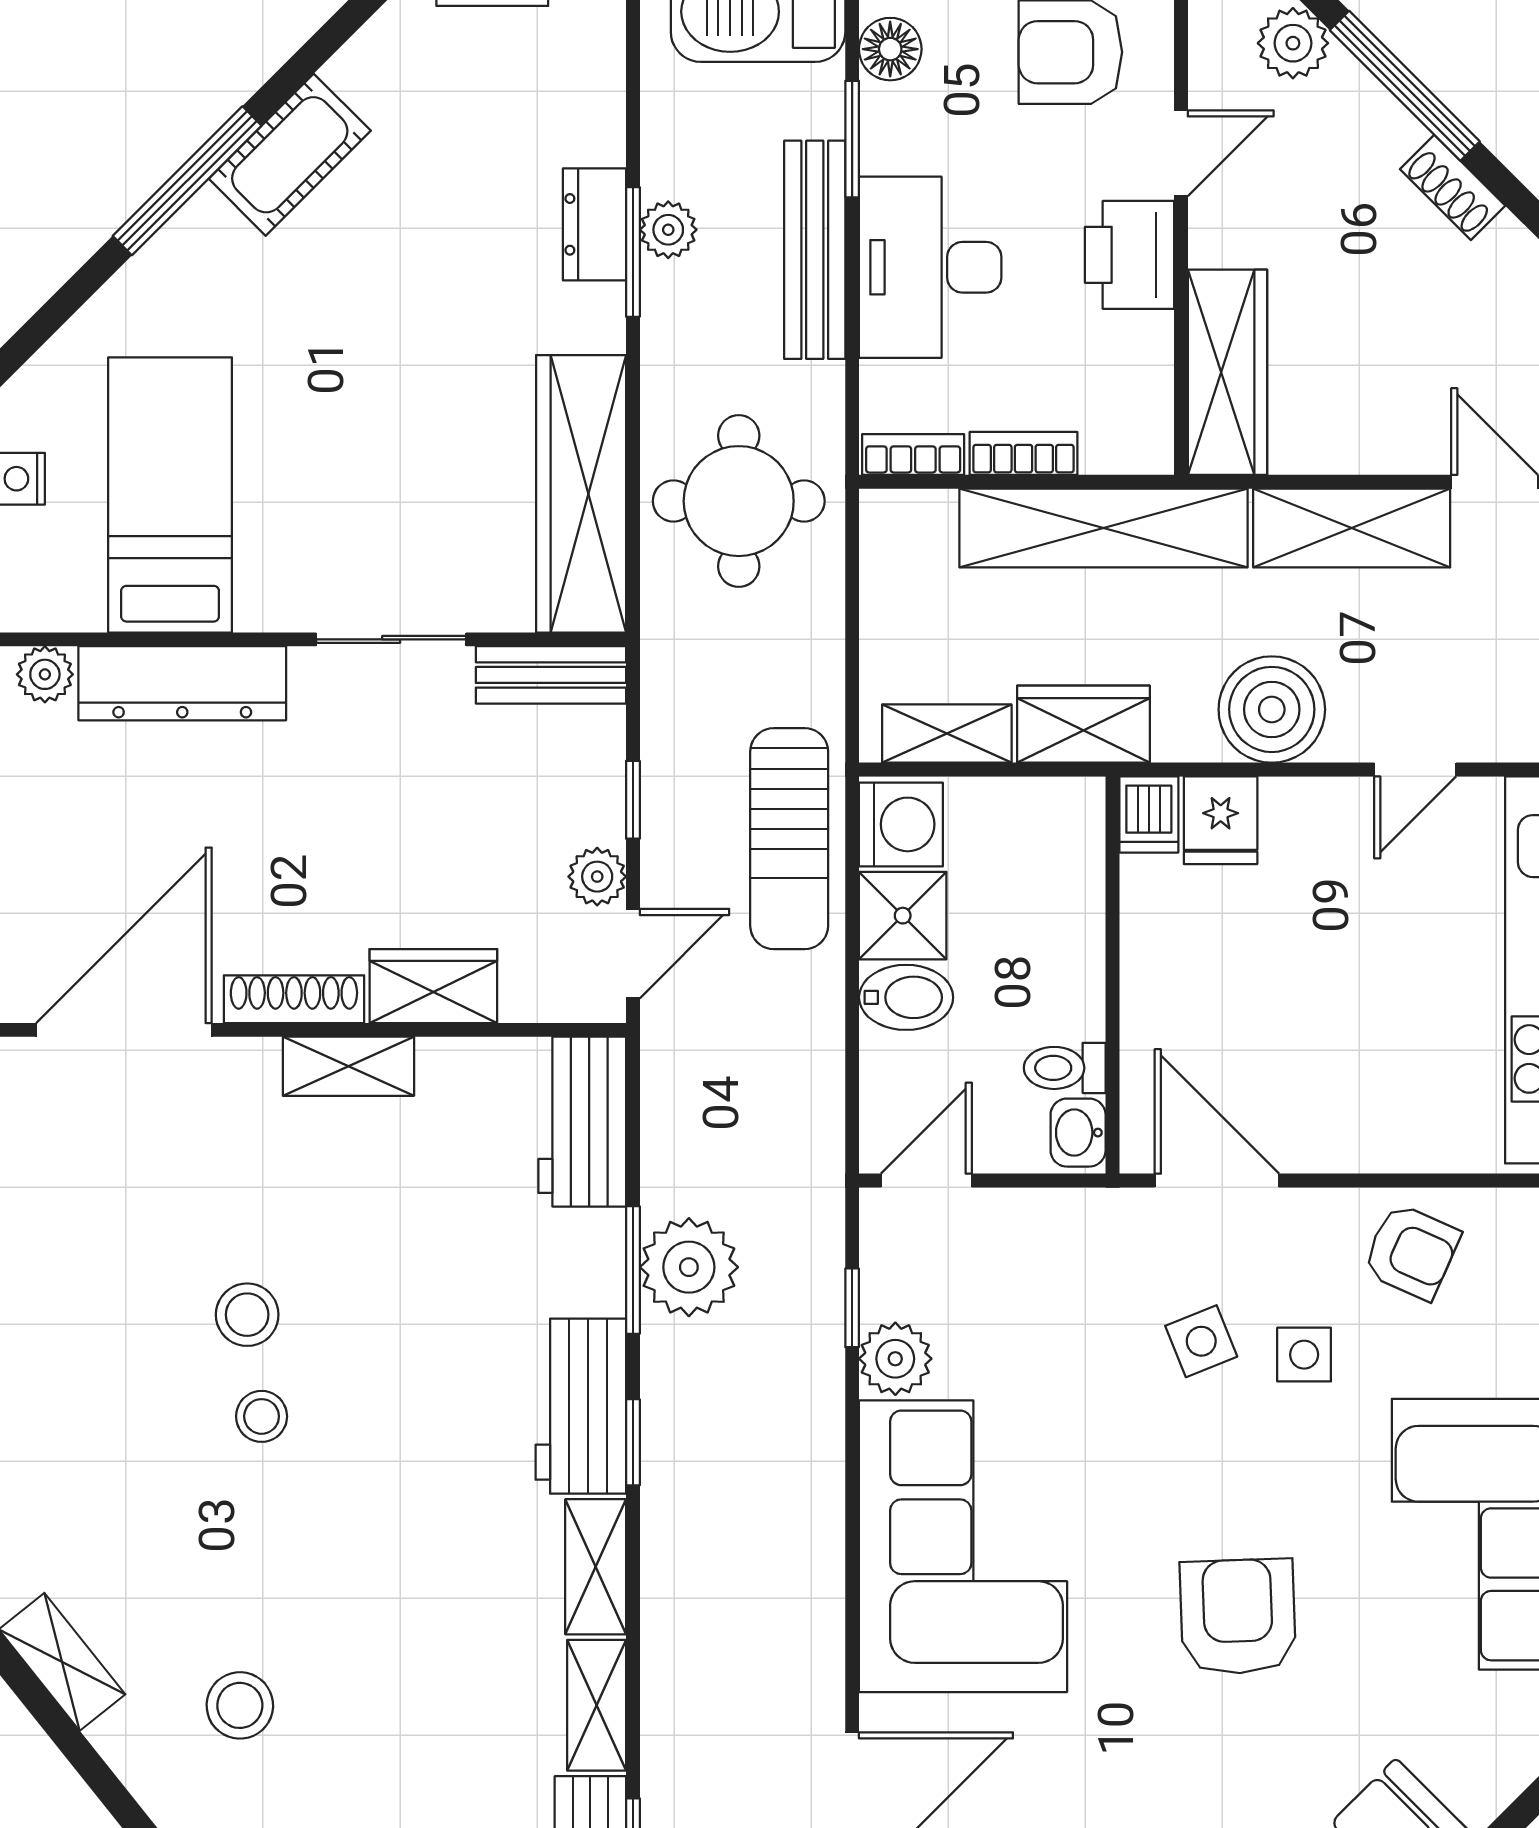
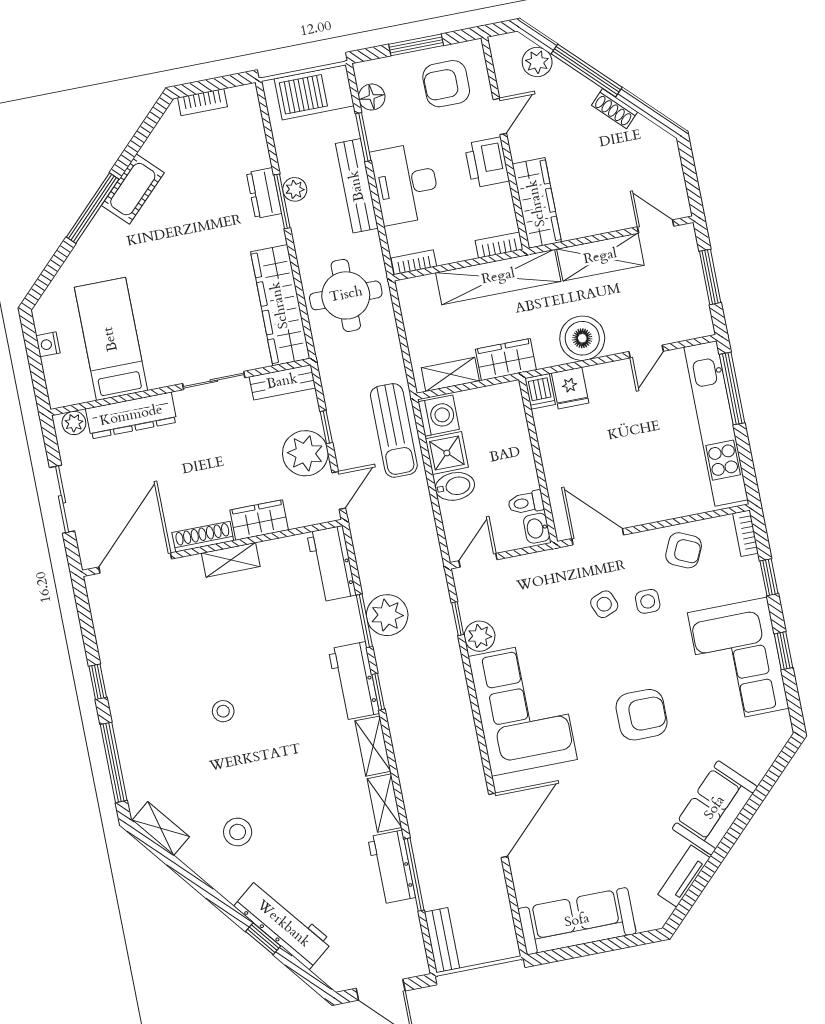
bookcase: (1024, 453) -> (499, 245), moved
plant: (597, 877) -> (305, 453), width x1.88, depth x1.88
stool: (247, 1315) -> (209, 670), removed
armchair: (1238, 1617) -> (642, 715), turned 92

